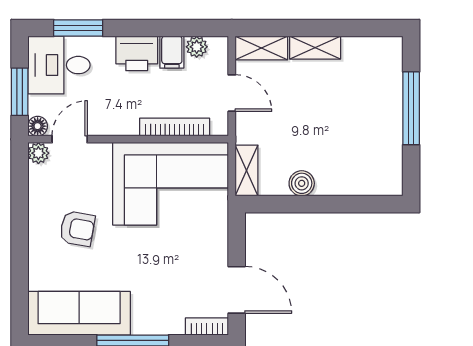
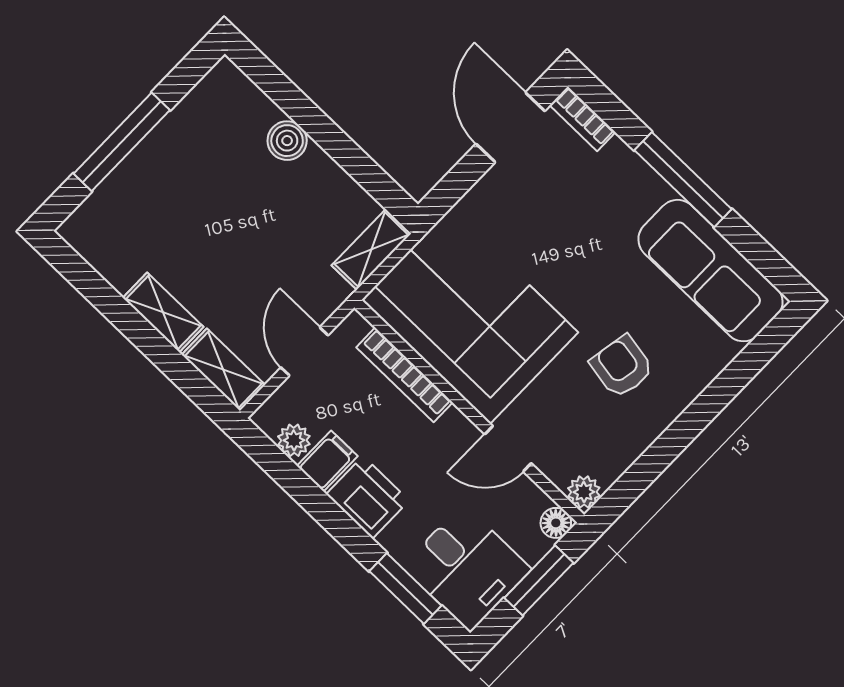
door: (70, 139) -> (508, 449), moved
boiler: (302, 183) -> (287, 141), moved

